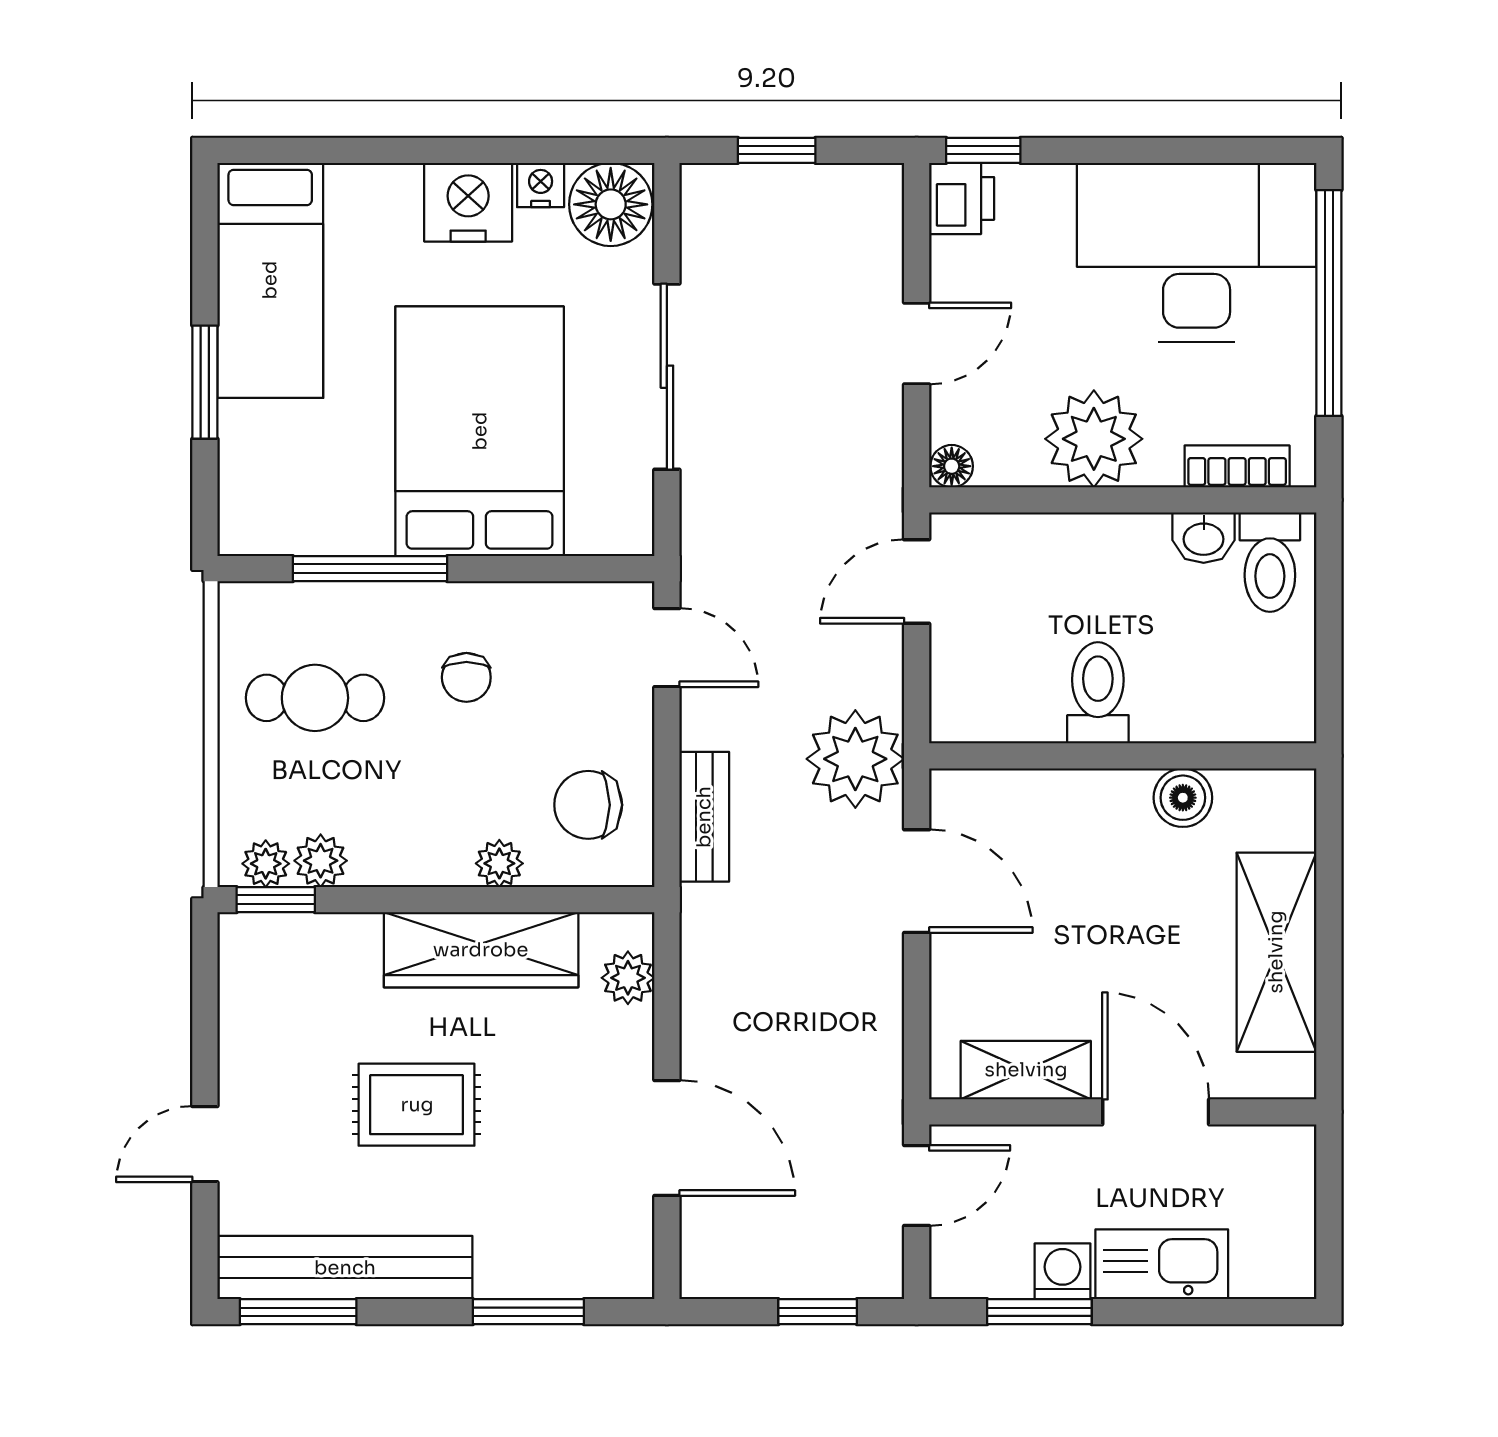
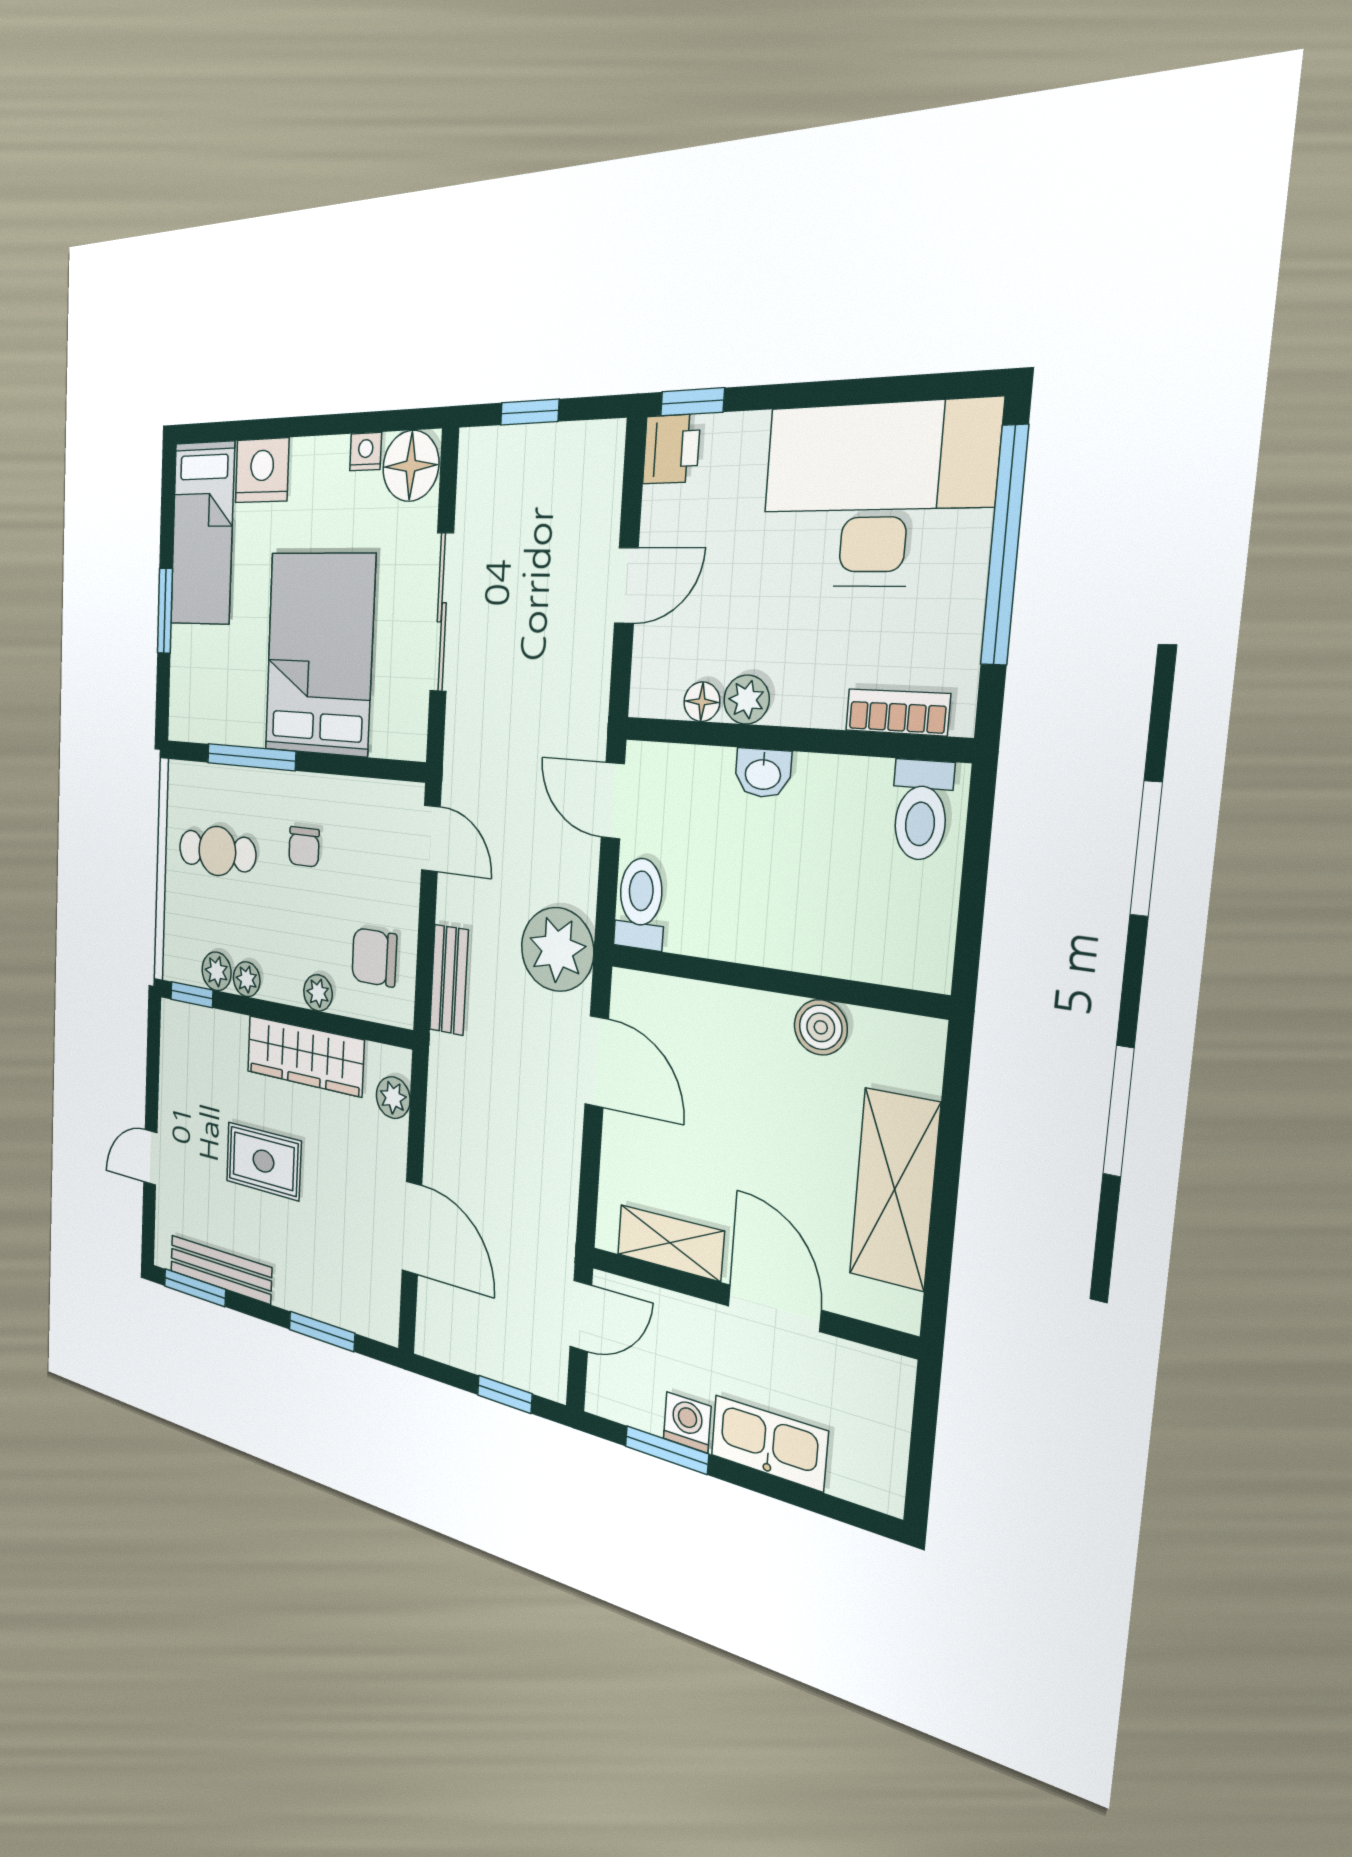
nightstand: (468, 202) -> (262, 470), moved
plant: (1094, 439) -> (746, 700), width x0.53, depth x0.53
floor lamp: (952, 466) -> (702, 702), moved
washbasin: (1204, 538) -> (763, 773), moved
door: (917, 581) -> (613, 801), hinge flipped
toilet: (1098, 693) -> (640, 903), moved
plant: (266, 864) -> (247, 979), moved
bench: (345, 1268) -> (220, 1269), width x0.73, depth x0.82

